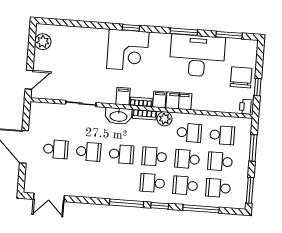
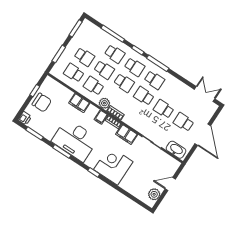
corner desk: (128, 50) -> (113, 166), moved
desk: (197, 56) -> (75, 140), moved
chair: (241, 77) -> (42, 103), turned -90
door: (29, 80) -> (170, 184), moved
filing cabinet: (123, 96) -> (127, 134), width x2.00
filing cabinet: (179, 101) -> (79, 103), moved
printer: (247, 107) -> (25, 118), moved
washbasin: (119, 116) -> (176, 150), moved
school desk: (218, 188) -> (154, 80), moved

